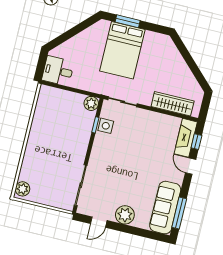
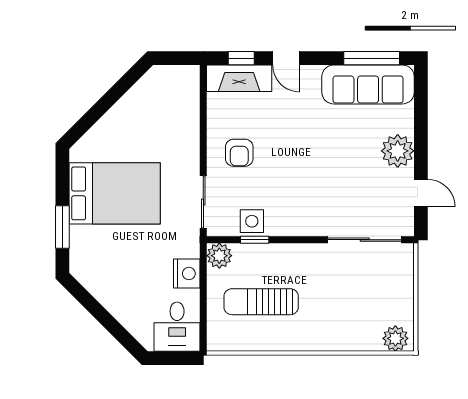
bed: (122, 50) -> (115, 193), moved
nightstand: (86, 83) -> (187, 274), added
wardrobe: (173, 104) -> (186, 115), removed
sun lounger: (60, 120) -> (261, 302), added
armchair: (145, 128) -> (239, 153), added
door: (191, 166) -> (286, 58), hinge flipped

